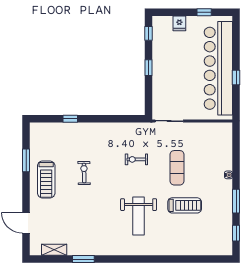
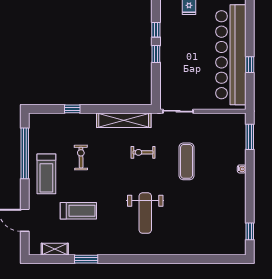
window: (148, 33) -> (156, 30), moved
shelving: (118, 129) -> (124, 120), added
window: (26, 160) -> (25, 153), width x2.11
exercise bike: (84, 173) -> (81, 158), moved
window: (236, 201) -> (250, 137), moved
treadmill: (185, 205) -> (78, 211), moved

